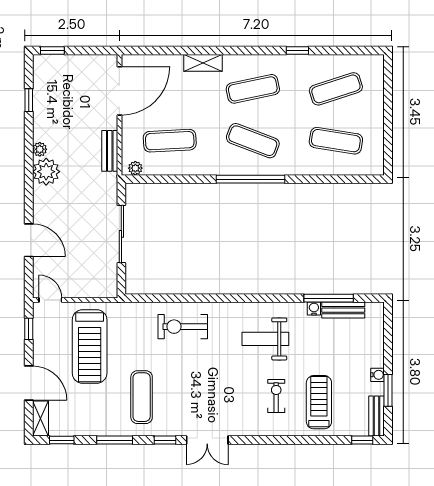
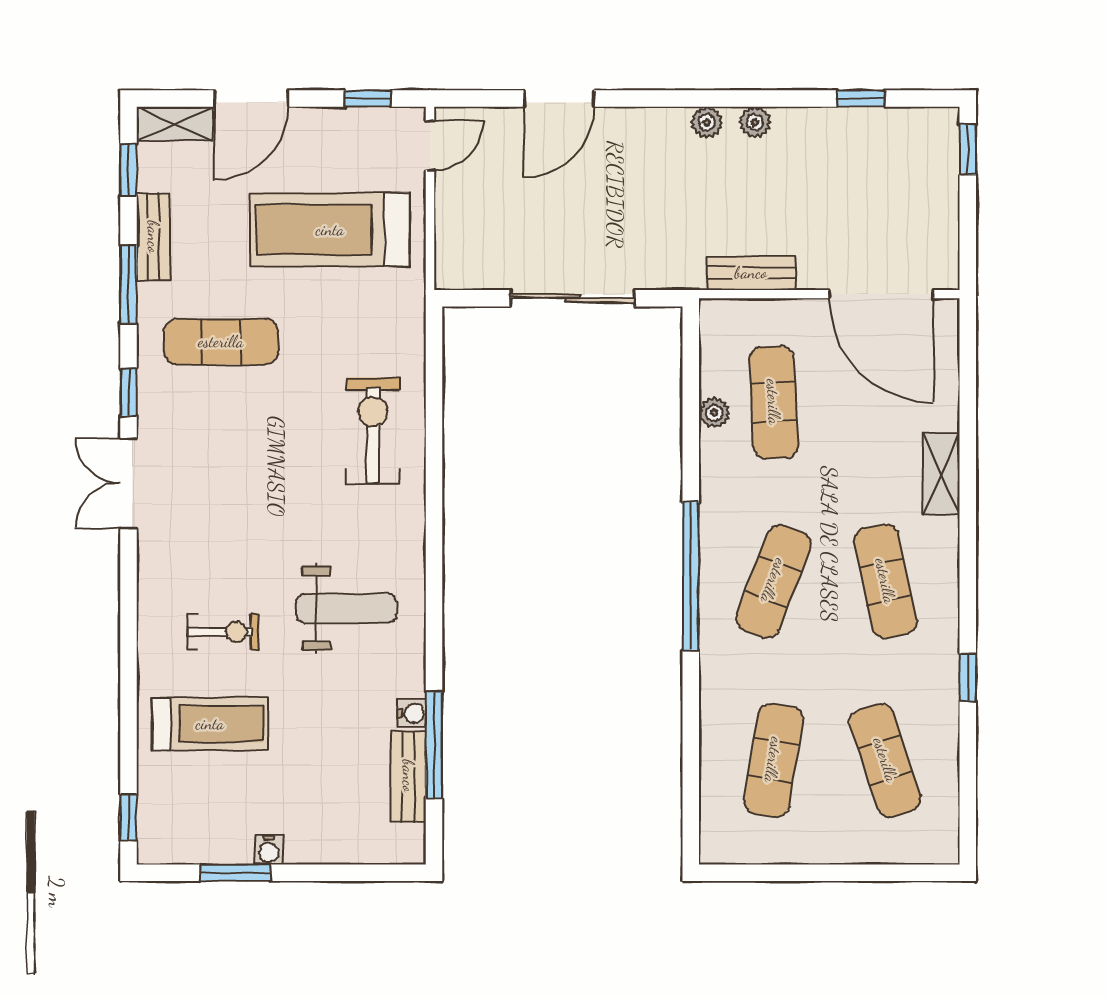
plant: (135, 168) -> (714, 413), moved
plant: (46, 172) -> (707, 122), width x0.53, depth x0.53
weight bench: (265, 339) -> (346, 608), turned 90
bench: (377, 416) -> (153, 237), moved, turned 90

